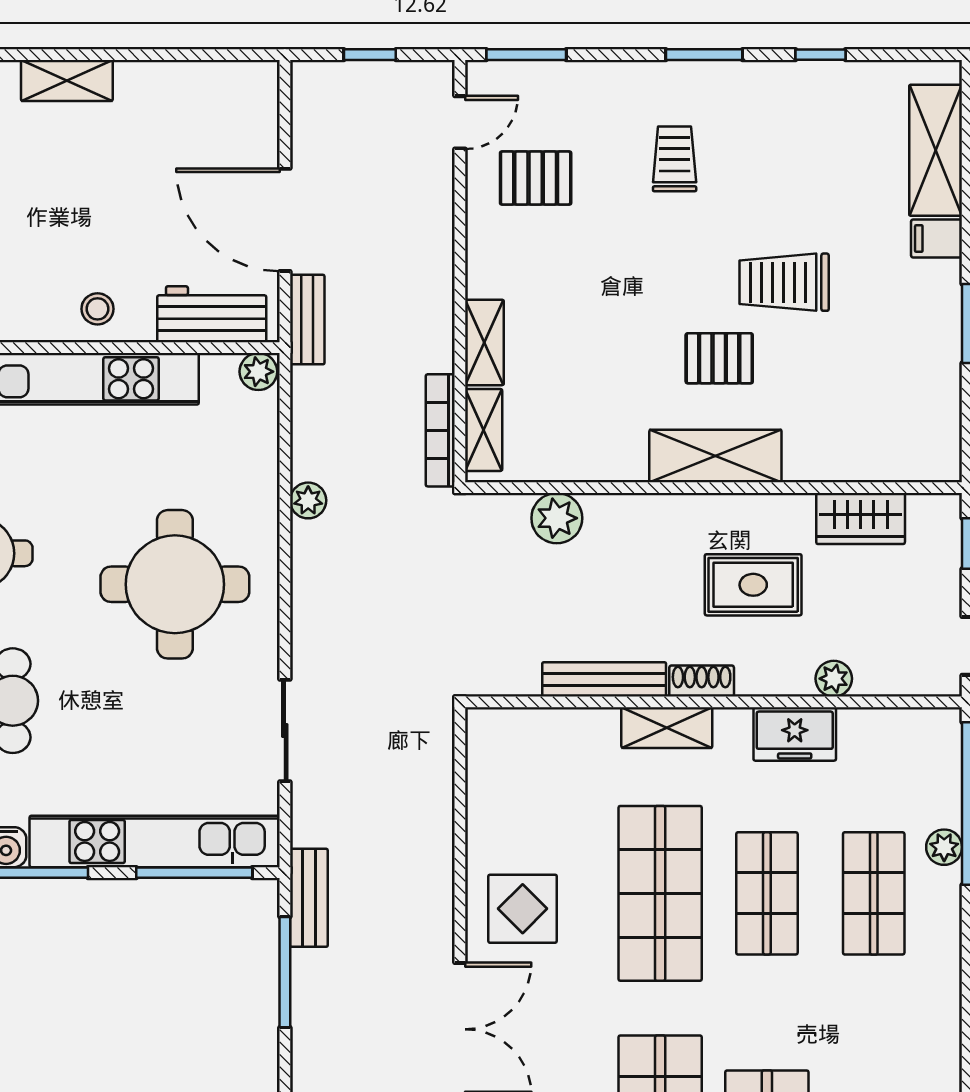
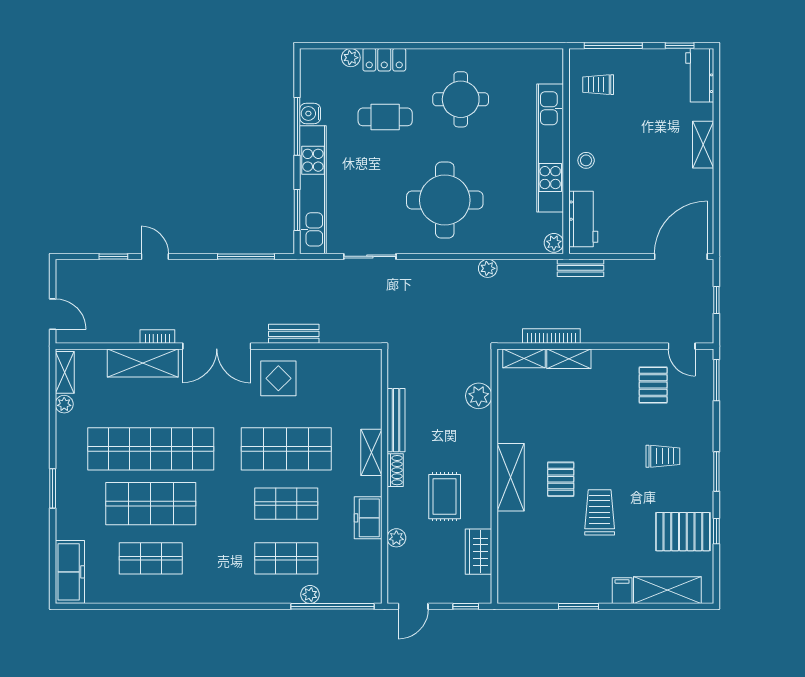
pallet: (822, 120) -> (683, 532), added
door: (285, 220) -> (681, 256), moved
bookcase: (440, 430) -> (551, 336), moved
window: (194, 873) -> (297, 210), width x0.69
bench: (309, 898) -> (294, 334), moved

